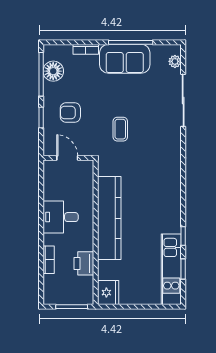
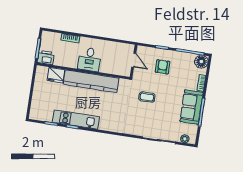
floor lamp: (53, 71) -> (201, 62), moved
door: (67, 158) -> (134, 60), hinge flipped
desk: (61, 217) -> (90, 59), moved, turned 180
printer: (84, 263) -> (46, 58), moved
kitchen unit: (171, 269) -> (76, 120), moved
fridge: (108, 293) -> (56, 75), moved

